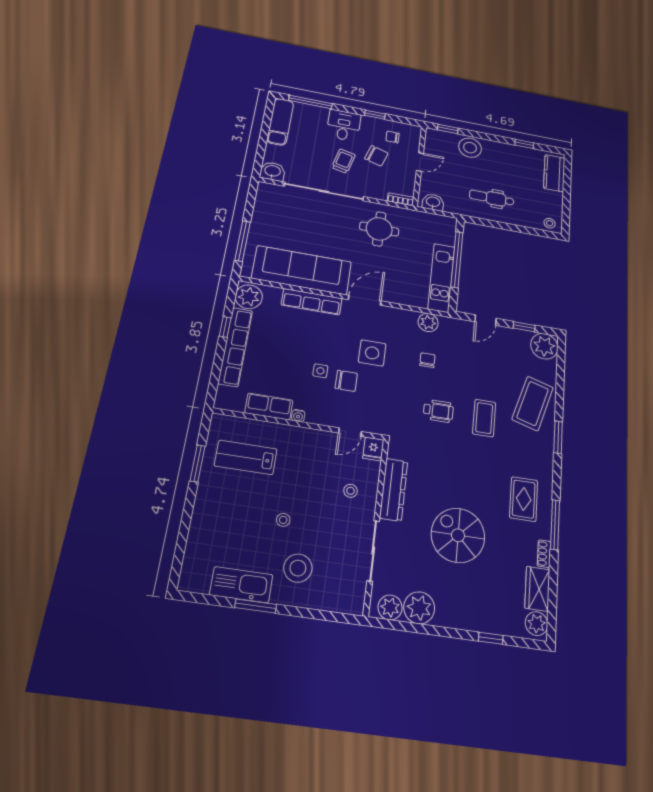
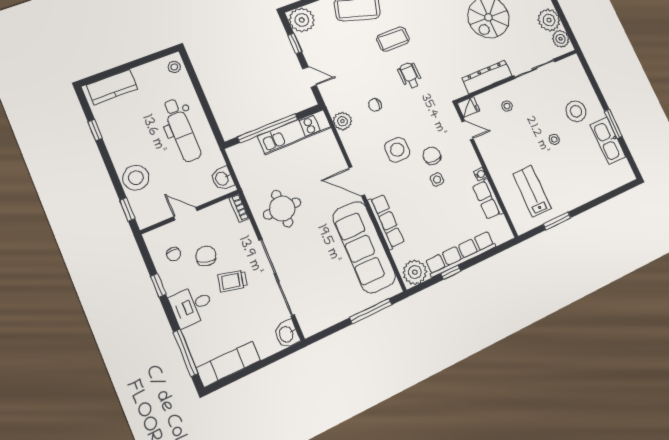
dental chair: (492, 198) -> (182, 130), width x1.36, depth x1.38
lab bench: (246, 457) -> (532, 191), turned 180

